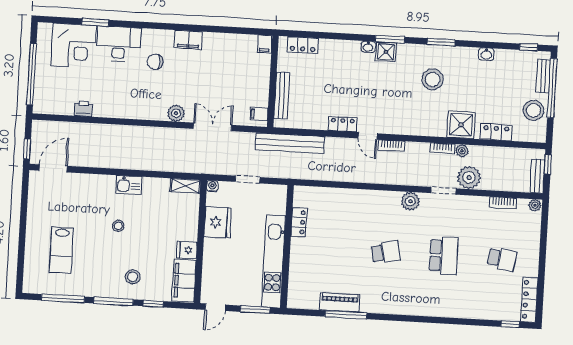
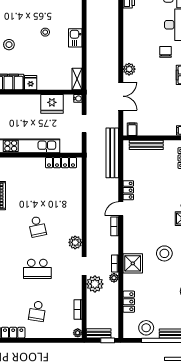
shower: (461, 125) -> (133, 263), moved
locker: (299, 222) -> (61, 163), width x1.53

